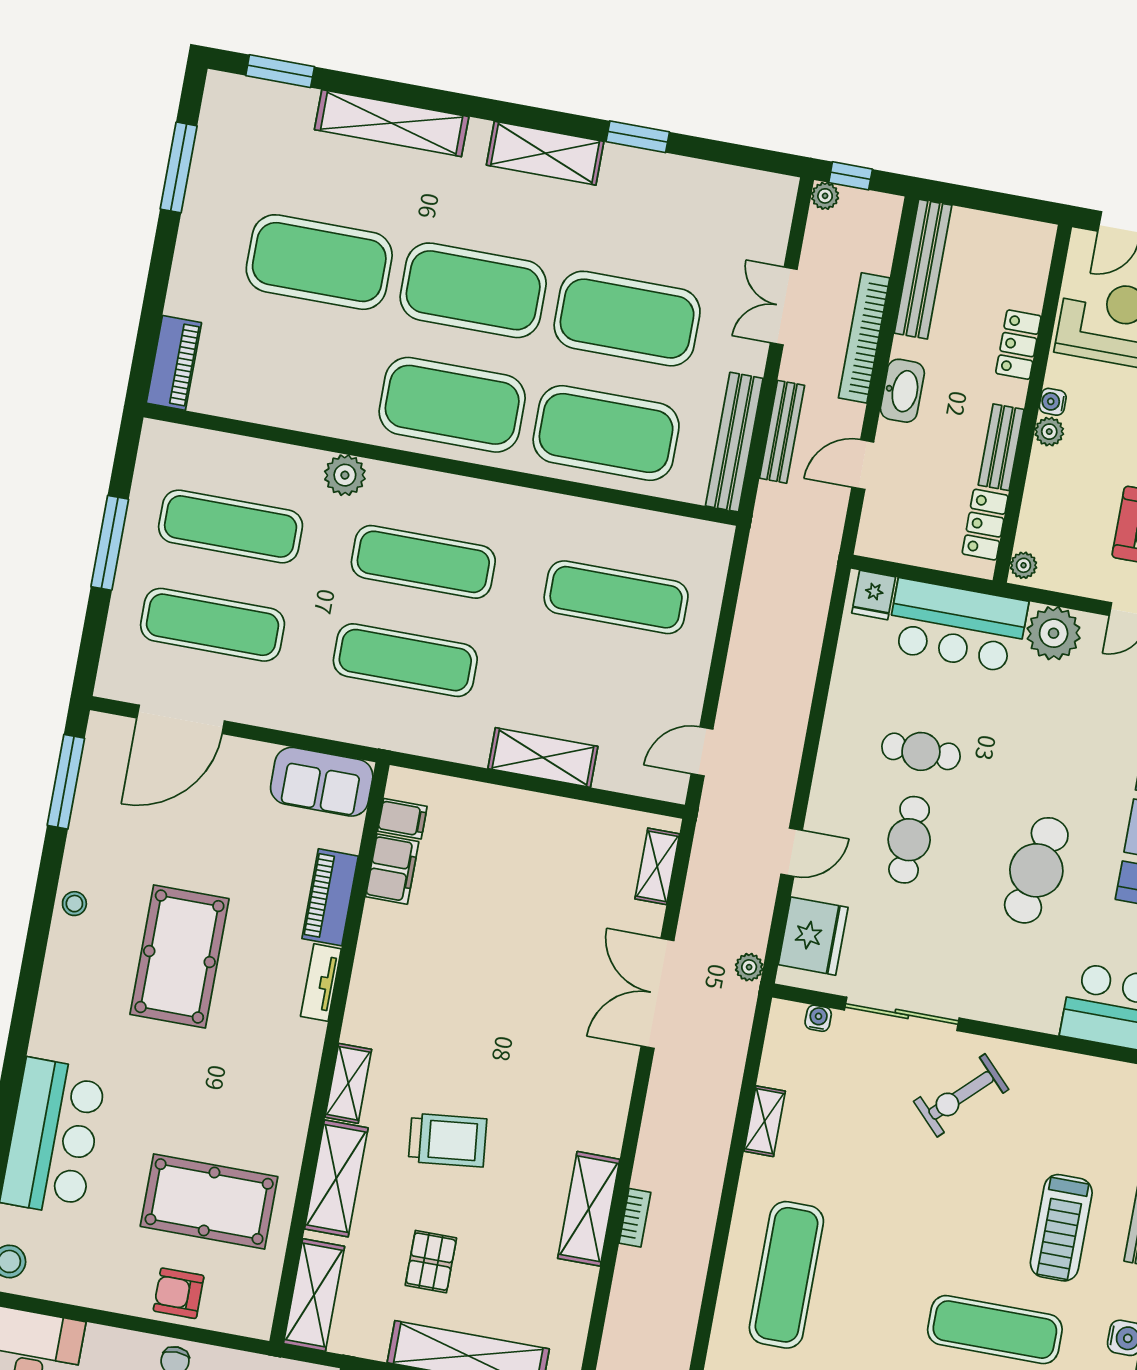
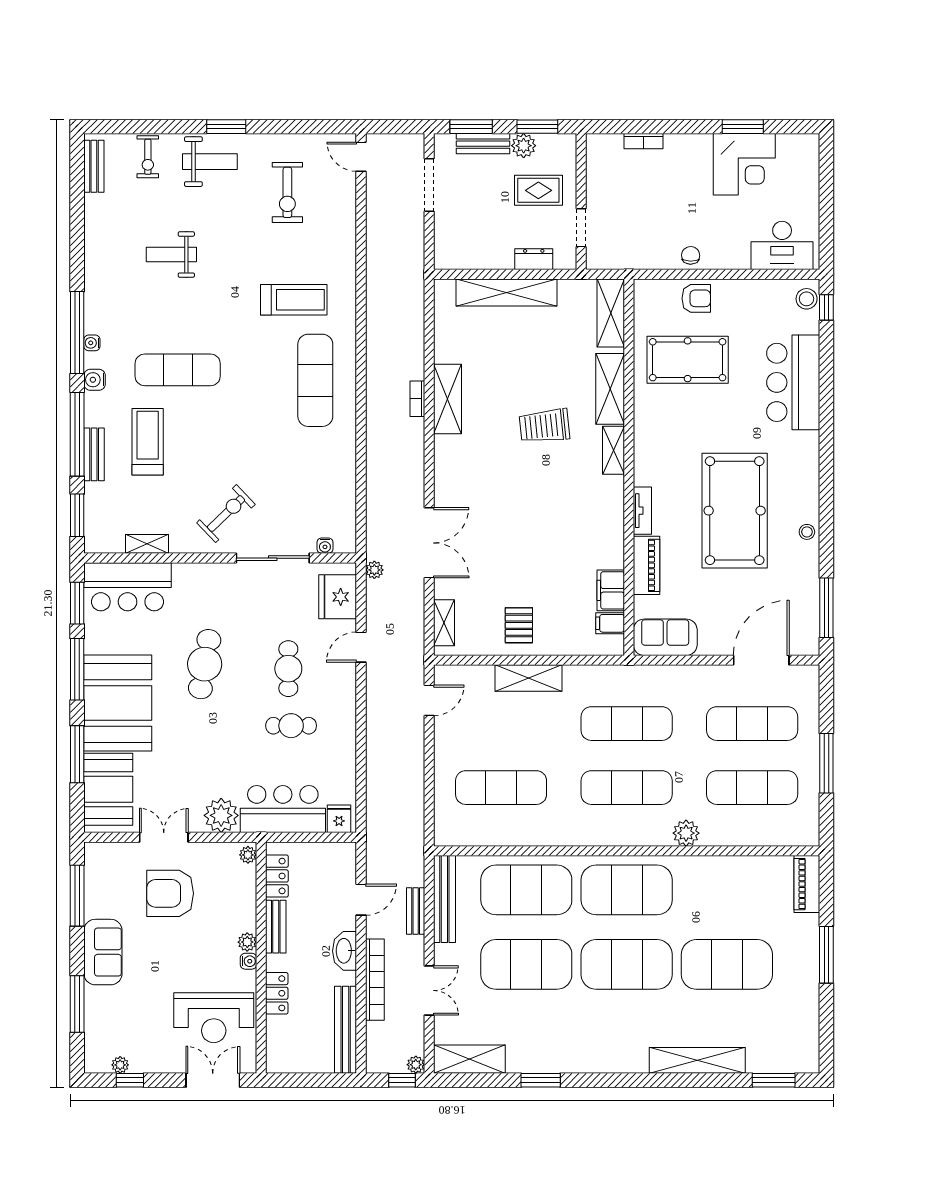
shelving: (545, 153) -> (469, 1059), moved
window: (179, 167) -> (826, 955), moved
bench: (782, 432) -> (416, 911), width x0.73
pool table: (179, 957) -> (735, 511), width x1.36, depth x1.32
shelving: (765, 1121) -> (147, 544), moved, turned 90
pallet: (431, 1262) -> (519, 625), moved

